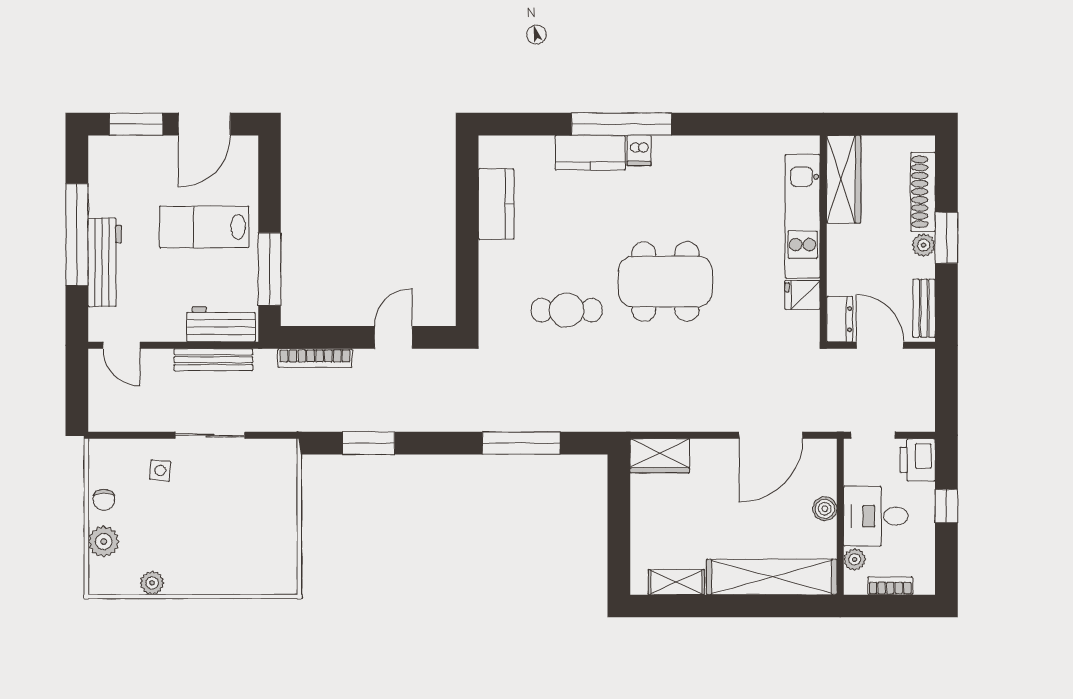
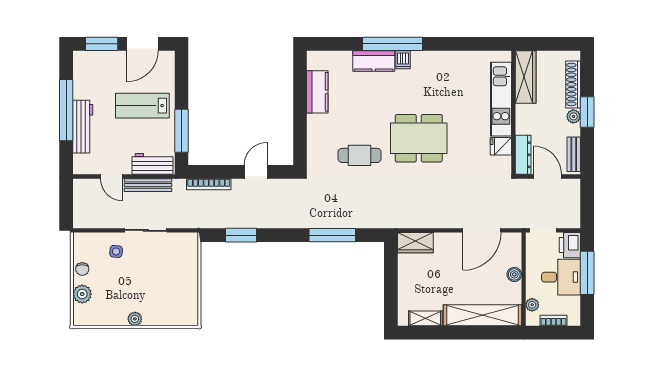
dresser: (840, 319) -> (523, 155), width x1.44
door: (122, 345) -> (112, 176), moved
window: (946, 506) -> (587, 273), width x2.17
desk: (876, 516) -> (561, 277), moved, turned 180
plant: (152, 583) -> (135, 319), moved

